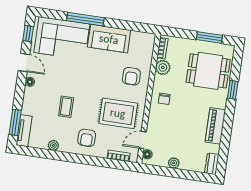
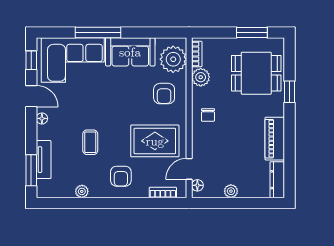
plant: (143, 50) -> (173, 59), added
tv unit: (24, 131) -> (44, 160), moved
dresser: (212, 164) -> (277, 180), width x1.44

